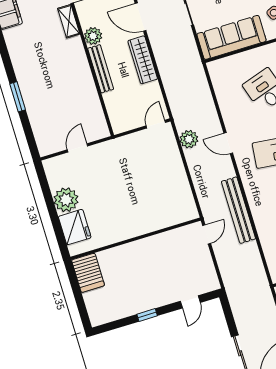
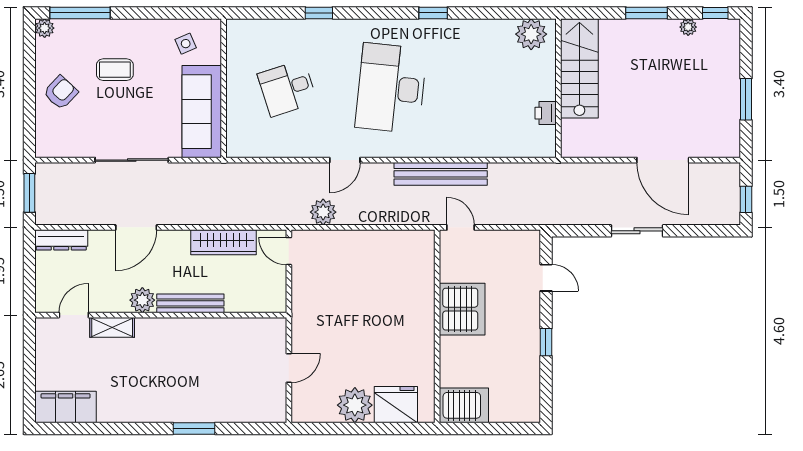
wardrobe: (143, 60) -> (224, 242), moved
door: (77, 148) -> (289, 368), swing flipped
server rack: (152, 252) -> (462, 309), added

